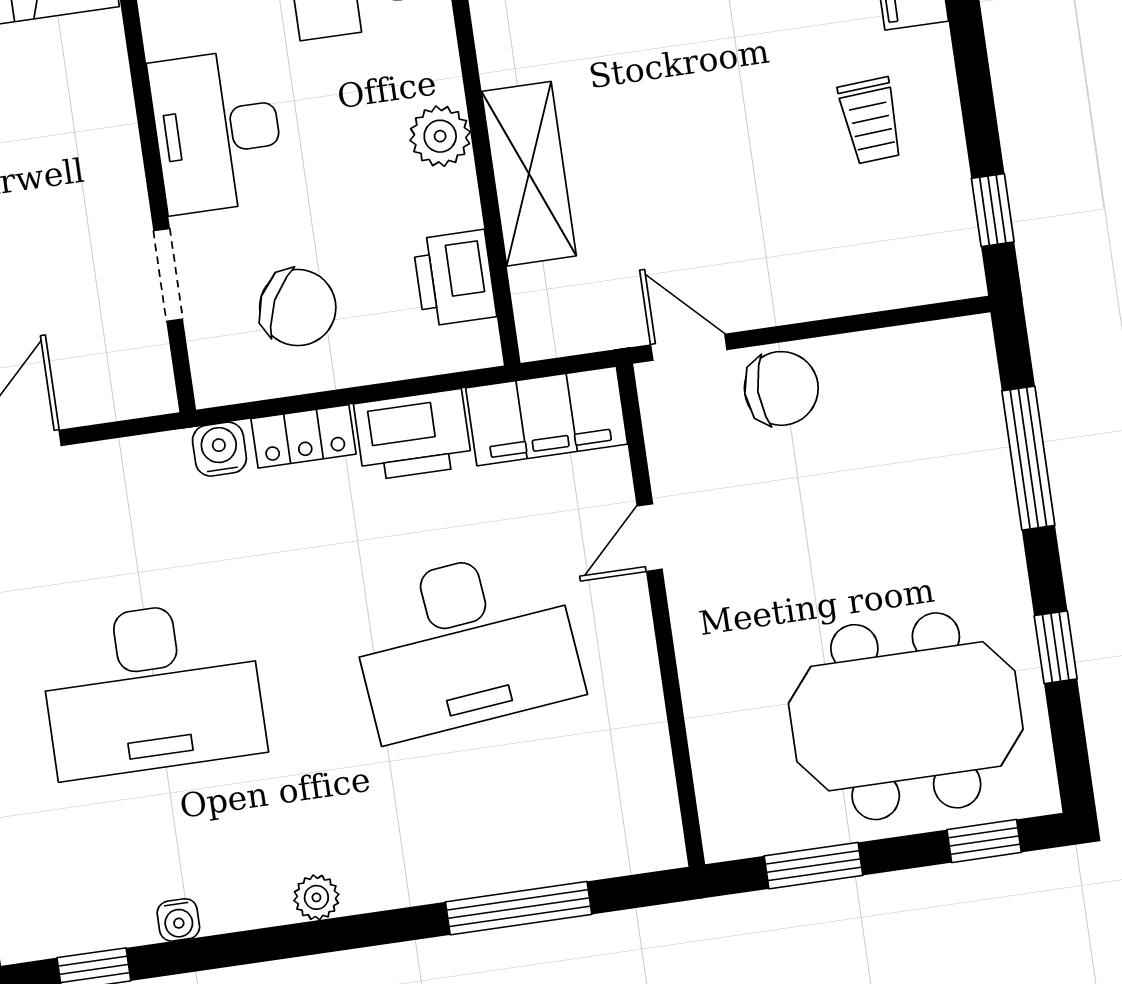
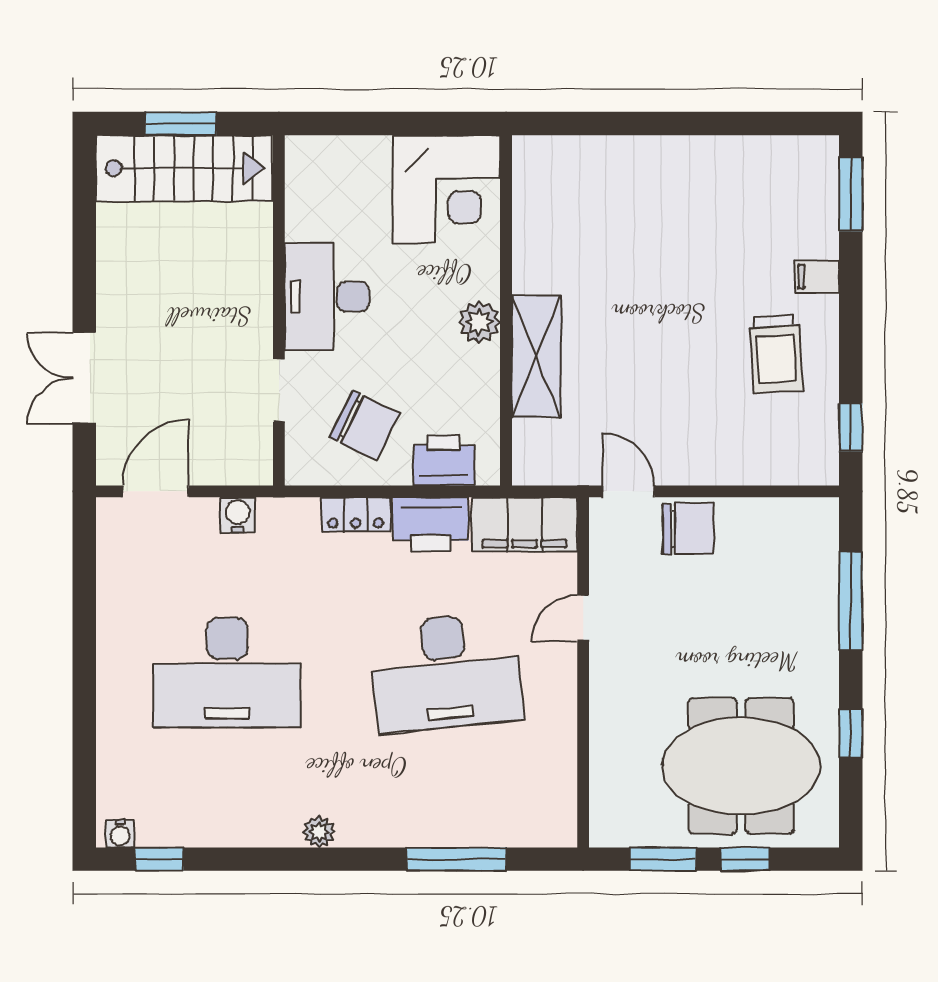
trolley: (871, 121) -> (776, 354), width x1.36, depth x1.39
printer: (455, 278) -> (444, 460), moved, turned 90
water cooler: (219, 449) -> (238, 515), moved
window: (984, 841) -> (745, 859), moved
water cooler: (178, 920) -> (120, 834), moved

